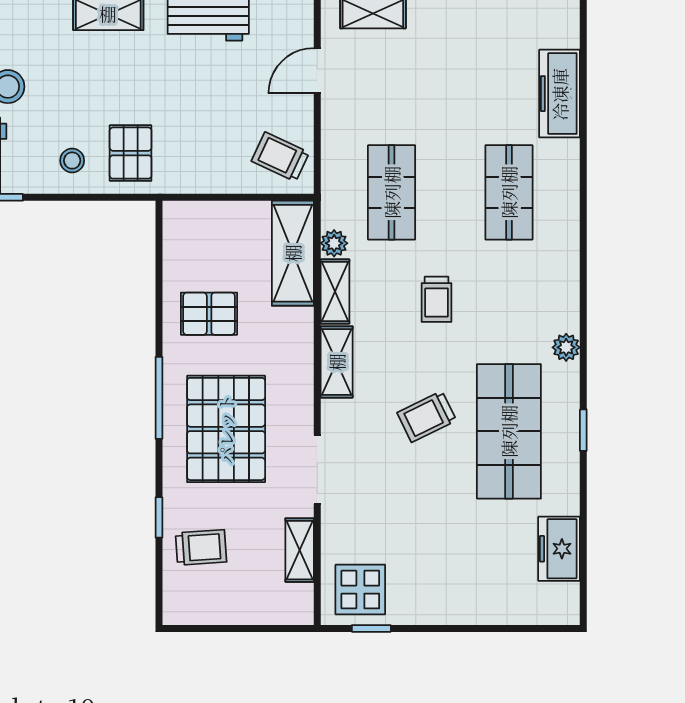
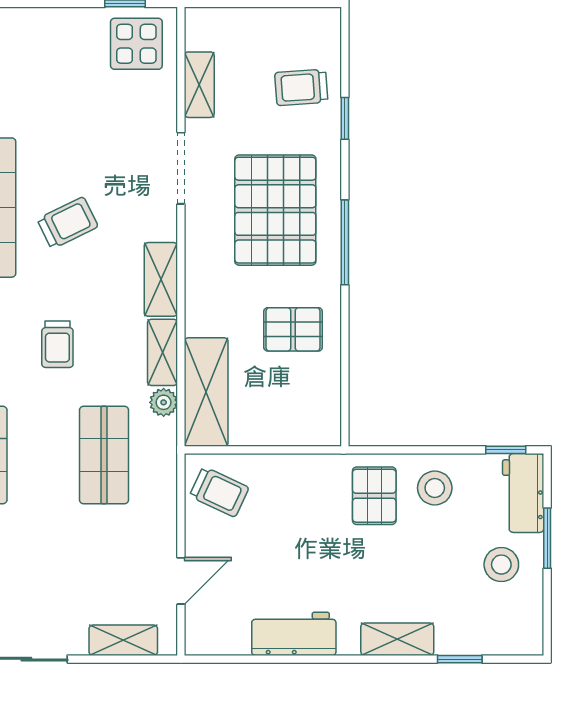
stool: (72, 161) -> (435, 488), width x1.37, depth x1.37
trolley: (437, 299) -> (57, 344), turned 180

